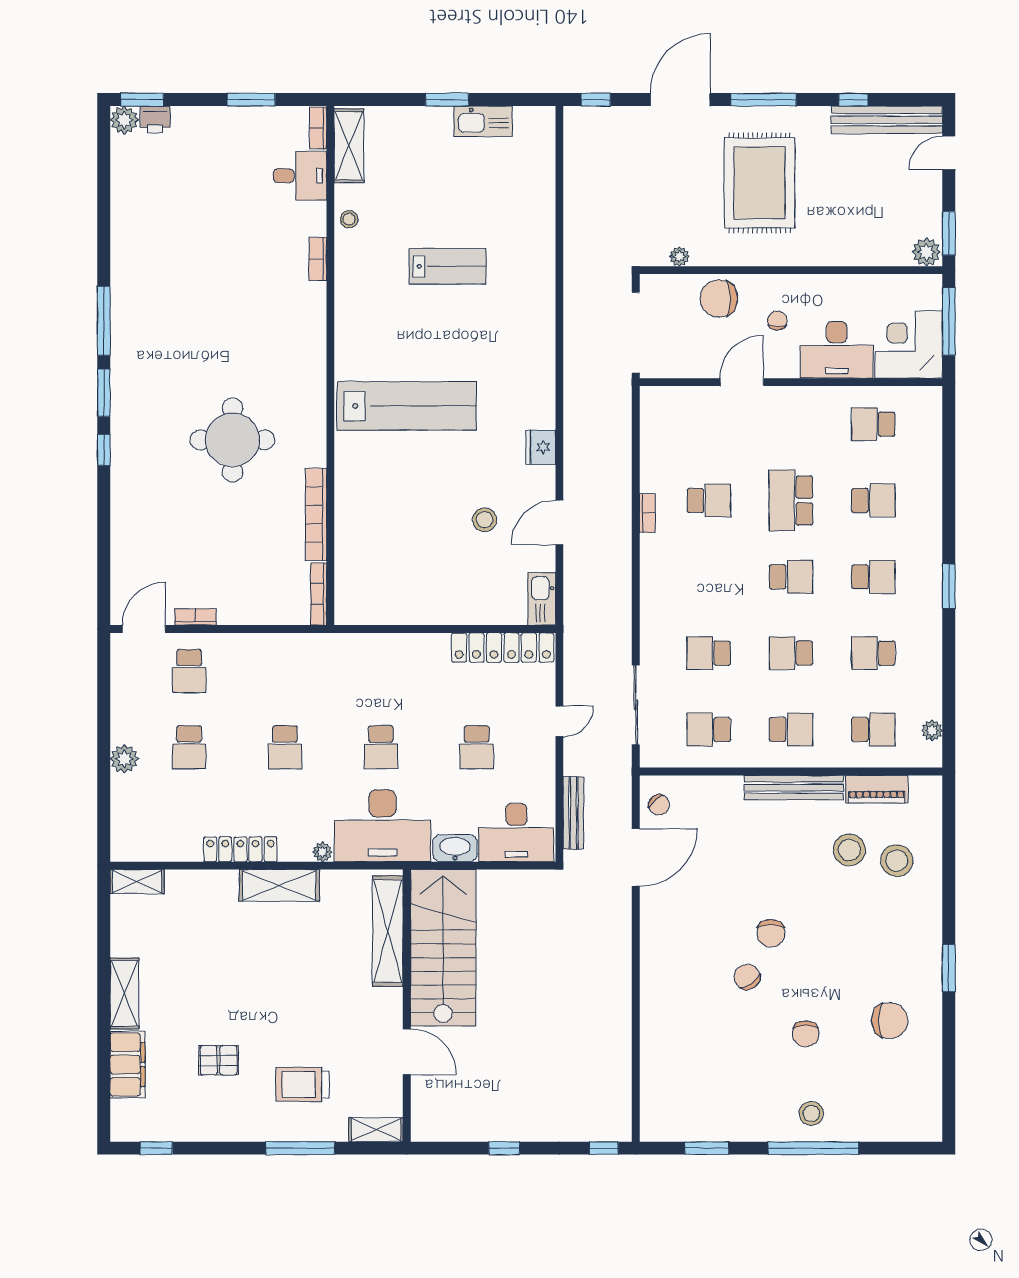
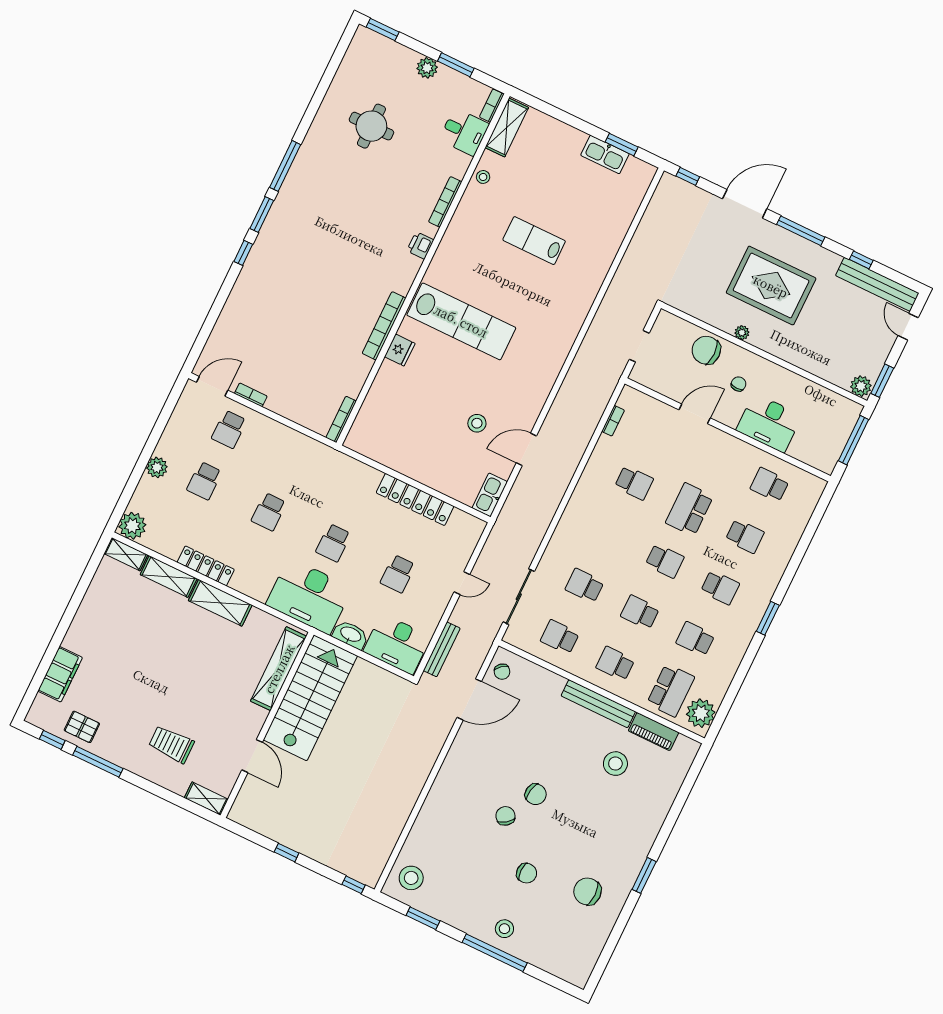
window: (447, 100) -> (622, 145), moved
printer: (155, 119) -> (420, 245), moved, turned 90
plant: (124, 120) -> (427, 68), moved
door: (949, 153) -> (908, 327), hinge flipped
rug: (760, 183) -> (771, 286), turned 90
plant: (679, 257) -> (742, 333), moved
bookcase: (318, 259) -> (445, 202), width x1.56
lab bench: (448, 266) -> (534, 241), turned 180
doorway: (636, 333) -> (639, 346), width x0.53
corner desk: (909, 345) -> (819, 443), removed
round table: (233, 440) -> (371, 126), moved, width x0.73, depth x0.73
fridge: (541, 447) -> (400, 350), moved, turned 180
bookcase: (647, 513) -> (613, 421), moved
bookcase: (316, 515) -> (384, 326), moved
locker: (503, 648) -> (415, 499), moved
school desk: (791, 729) -> (615, 664), turned 180
school desk: (873, 729) -> (671, 690), width x1.85
plant: (932, 731) -> (701, 713), width x1.88, depth x1.88
plant: (323, 852) -> (132, 526), moved, width x1.88, depth x1.88
stool: (897, 861) -> (411, 878), moved
chair: (771, 933) -> (536, 794), turned -79
shelving: (124, 993) -> (169, 577), moved, turned 90
chair: (890, 1020) -> (587, 891), turned 180
chair: (806, 1034) -> (527, 873), turned -90
pallet: (219, 1060) -> (82, 727), moved
window: (300, 1148) -> (98, 762), moved

